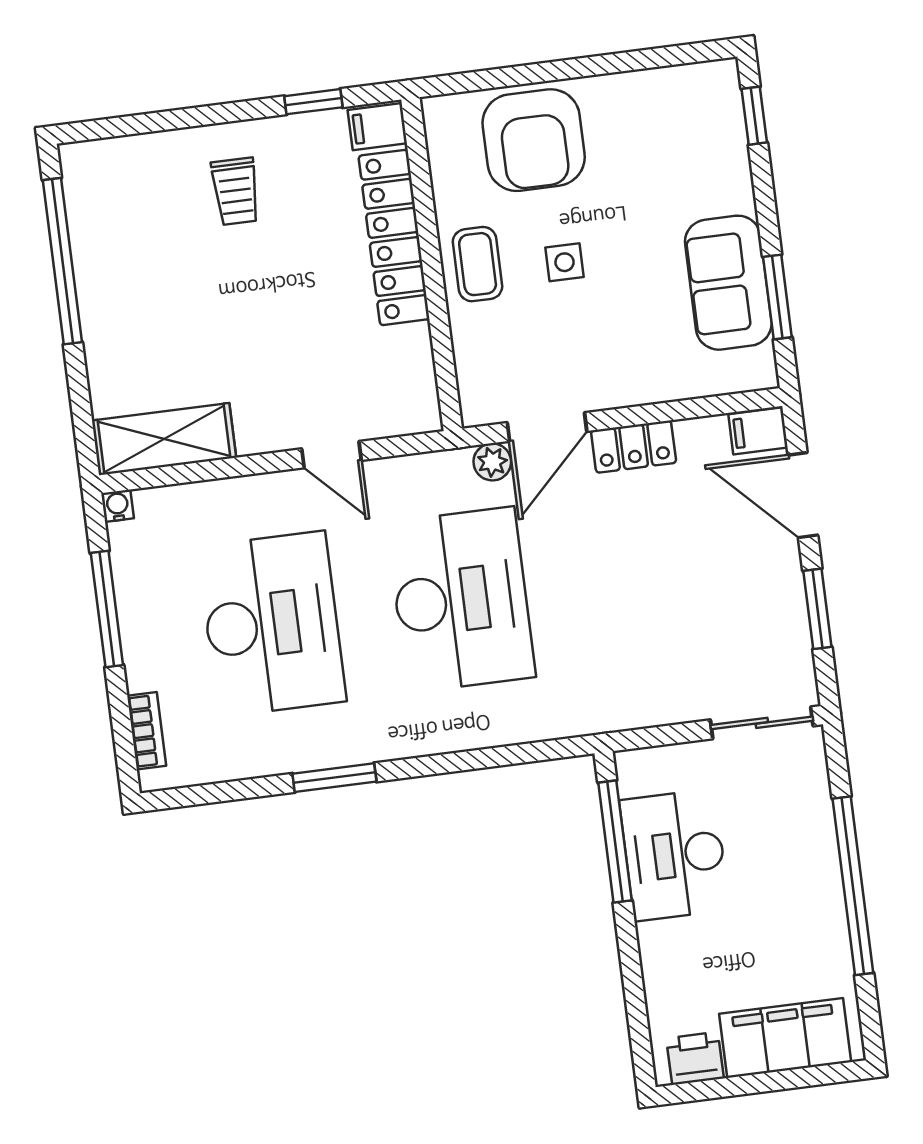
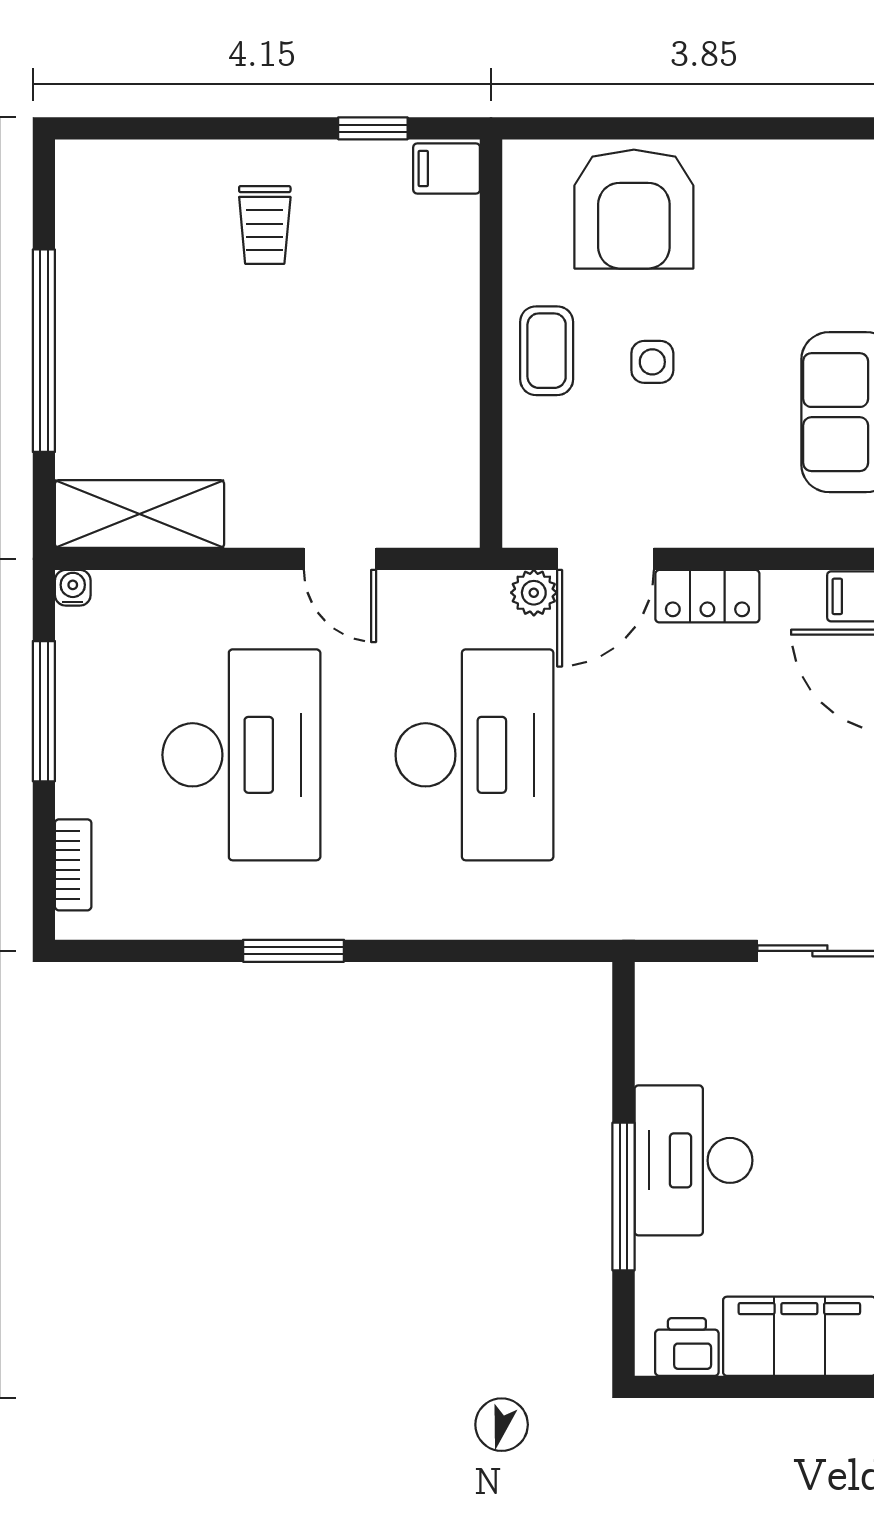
locker: (394, 237) -> (450, 305), removed
window: (62, 261) -> (44, 351), moved
window: (615, 842) -> (623, 1196), moved
desk: (674, 855) -> (693, 1160), moved

